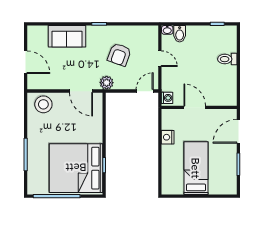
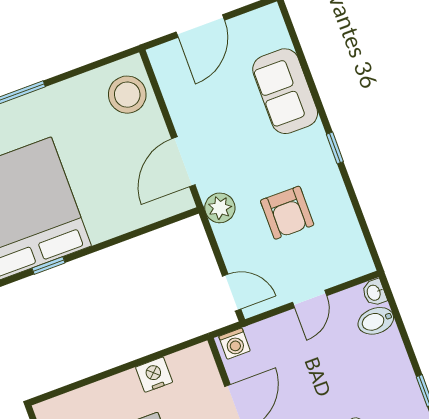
armchair: (119, 55) -> (287, 213), turned -110

